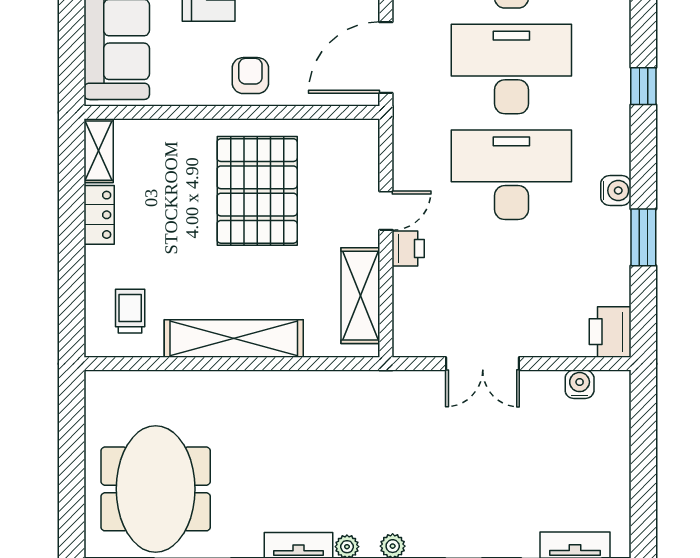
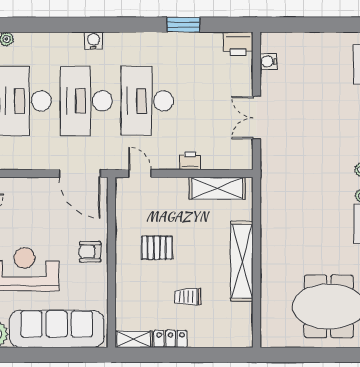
window: (643, 86) -> (96, 25), removed
pallet: (257, 191) -> (157, 248), width x0.49, depth x0.50
water cooler: (616, 191) -> (94, 41), moved
door: (386, 211) -> (140, 173), moved
trolley: (130, 311) -> (188, 297), moved
double door: (483, 364) -> (256, 118), swing flipped

